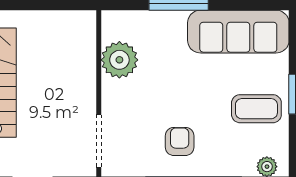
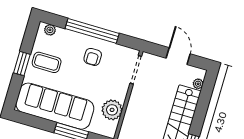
sofa: (238, 32) -> (55, 106), width x1.36, depth x1.27

